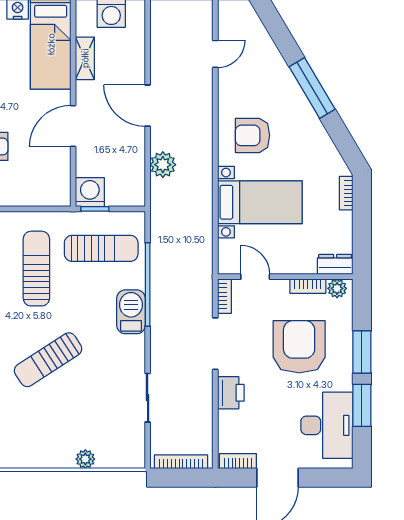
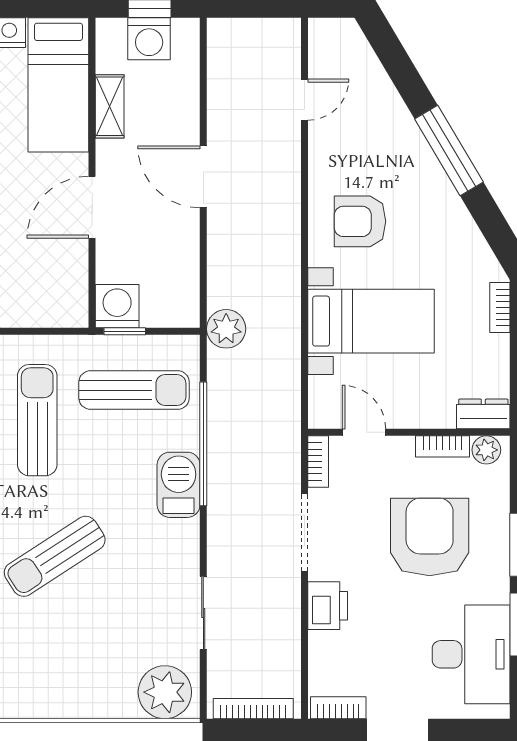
plant: (163, 165) -> (226, 329), moved
plant: (85, 459) -> (165, 692), moved, width x1.88, depth x1.88

